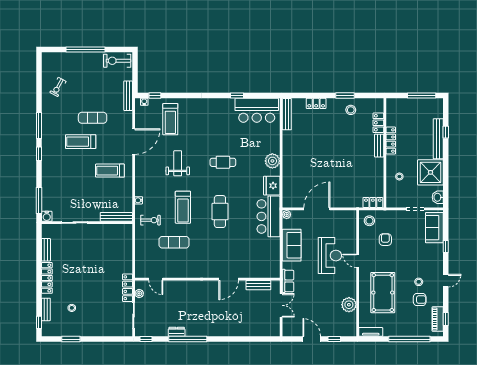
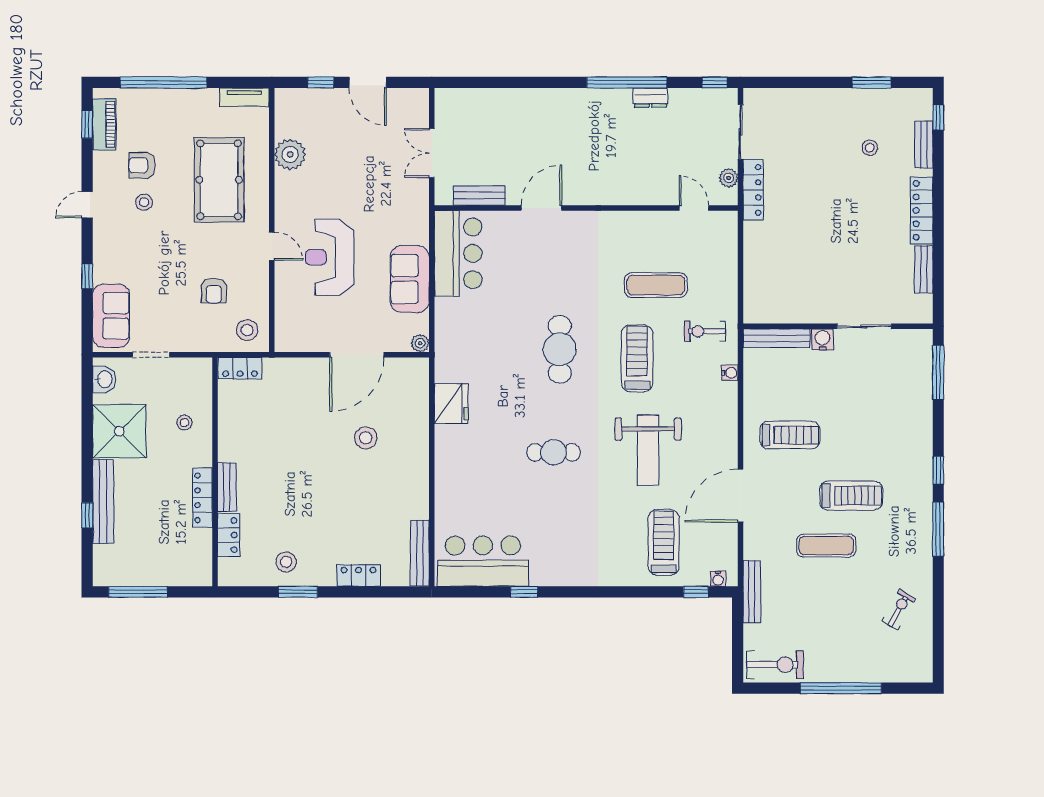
plant: (272, 161) -> (450, 455), removed
weight bench: (178, 163) -> (648, 450), width x1.36, depth x1.33
stool: (313, 169) -> (366, 438), added
water cooler: (47, 216) -> (822, 339), moved
bar counter: (269, 216) -> (458, 253), moved
row of seats: (288, 281) -> (417, 204), removed

